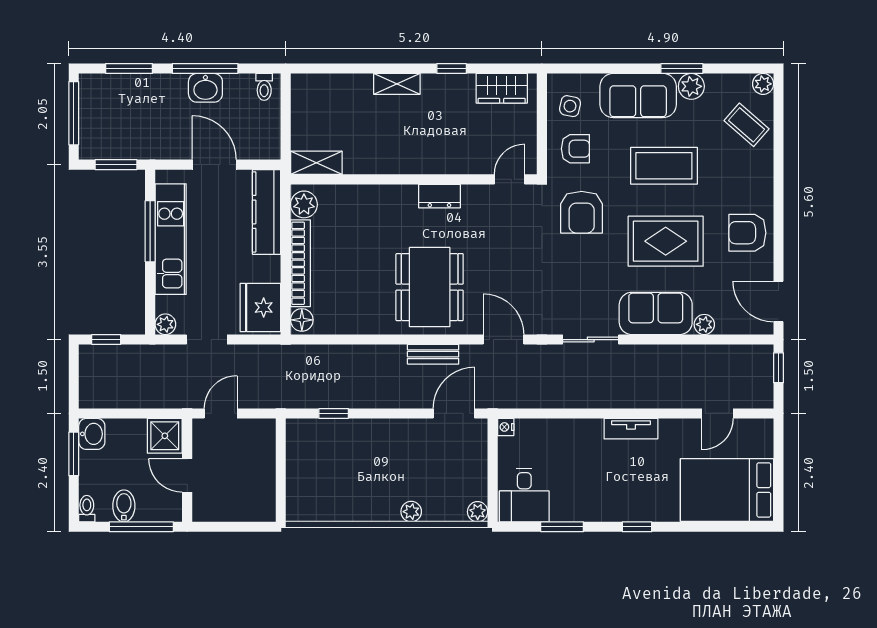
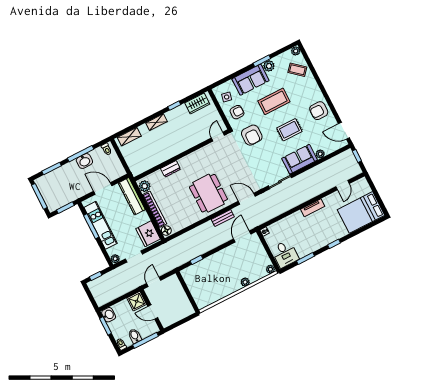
shelving: (316, 163) -> (129, 137), moved
dresser: (439, 196) -> (171, 169), moved
rug: (666, 241) -> (289, 130), width x0.73, depth x0.70

